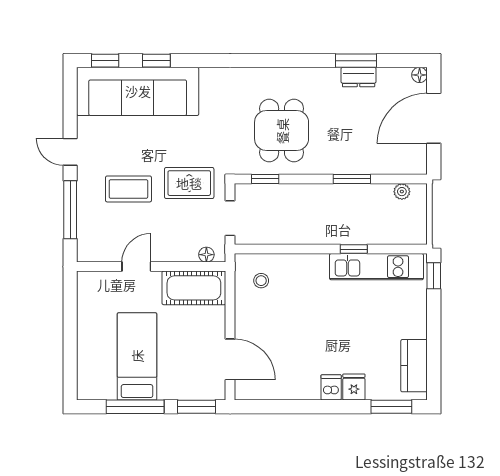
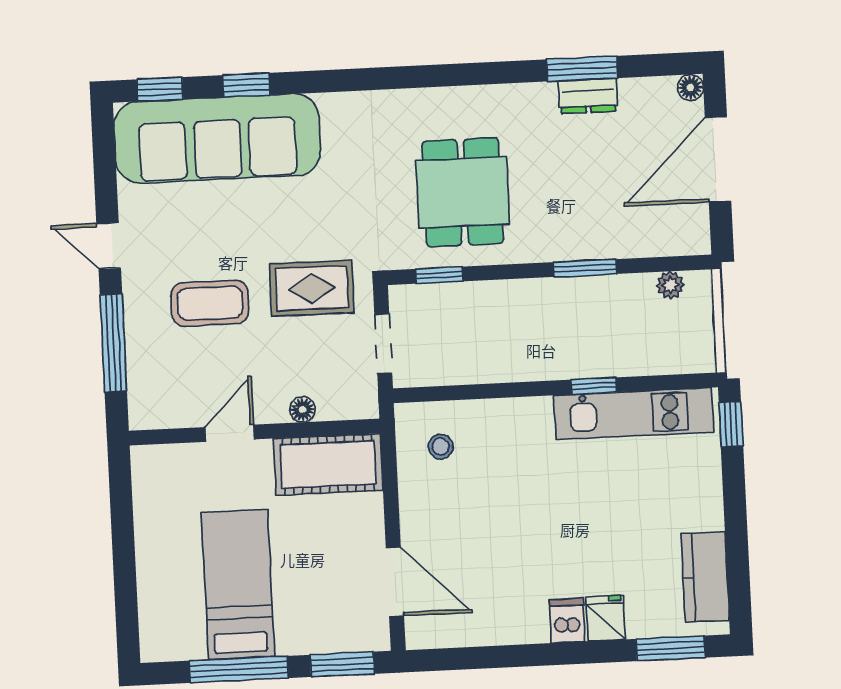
floor lamp: (206, 255) -> (303, 410), moved

